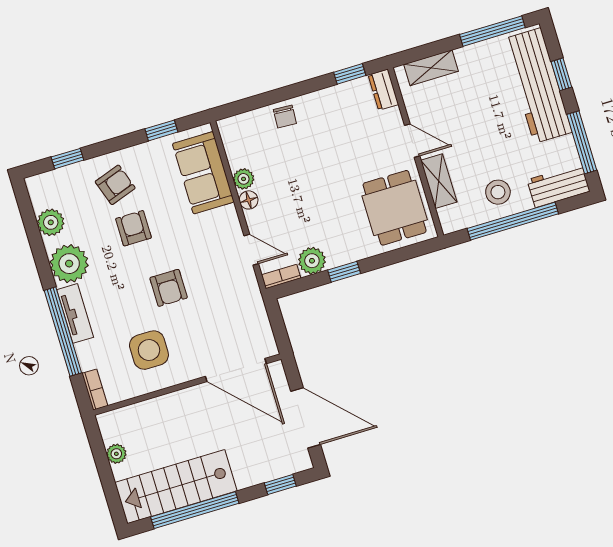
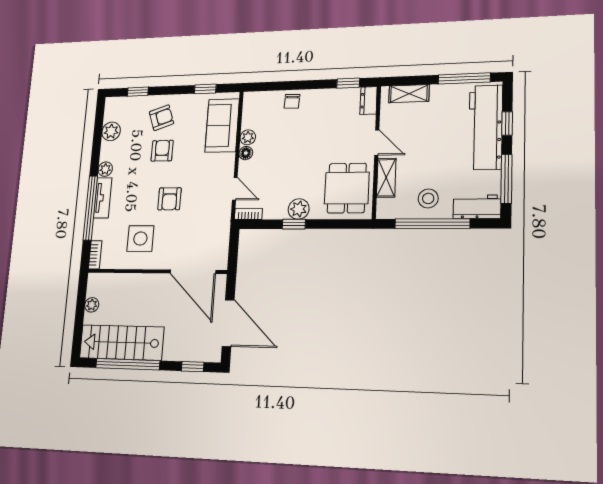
plant: (312, 261) -> (299, 209), moved
plant: (69, 264) -> (105, 169), width x0.53, depth x0.53

